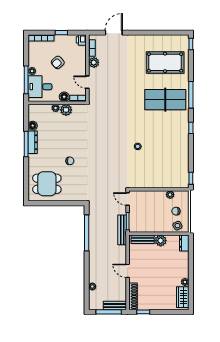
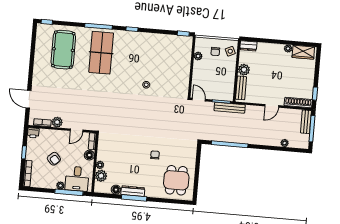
plant: (66, 110) -> (101, 176), moved
door: (128, 199) -> (199, 100), swing flipped

